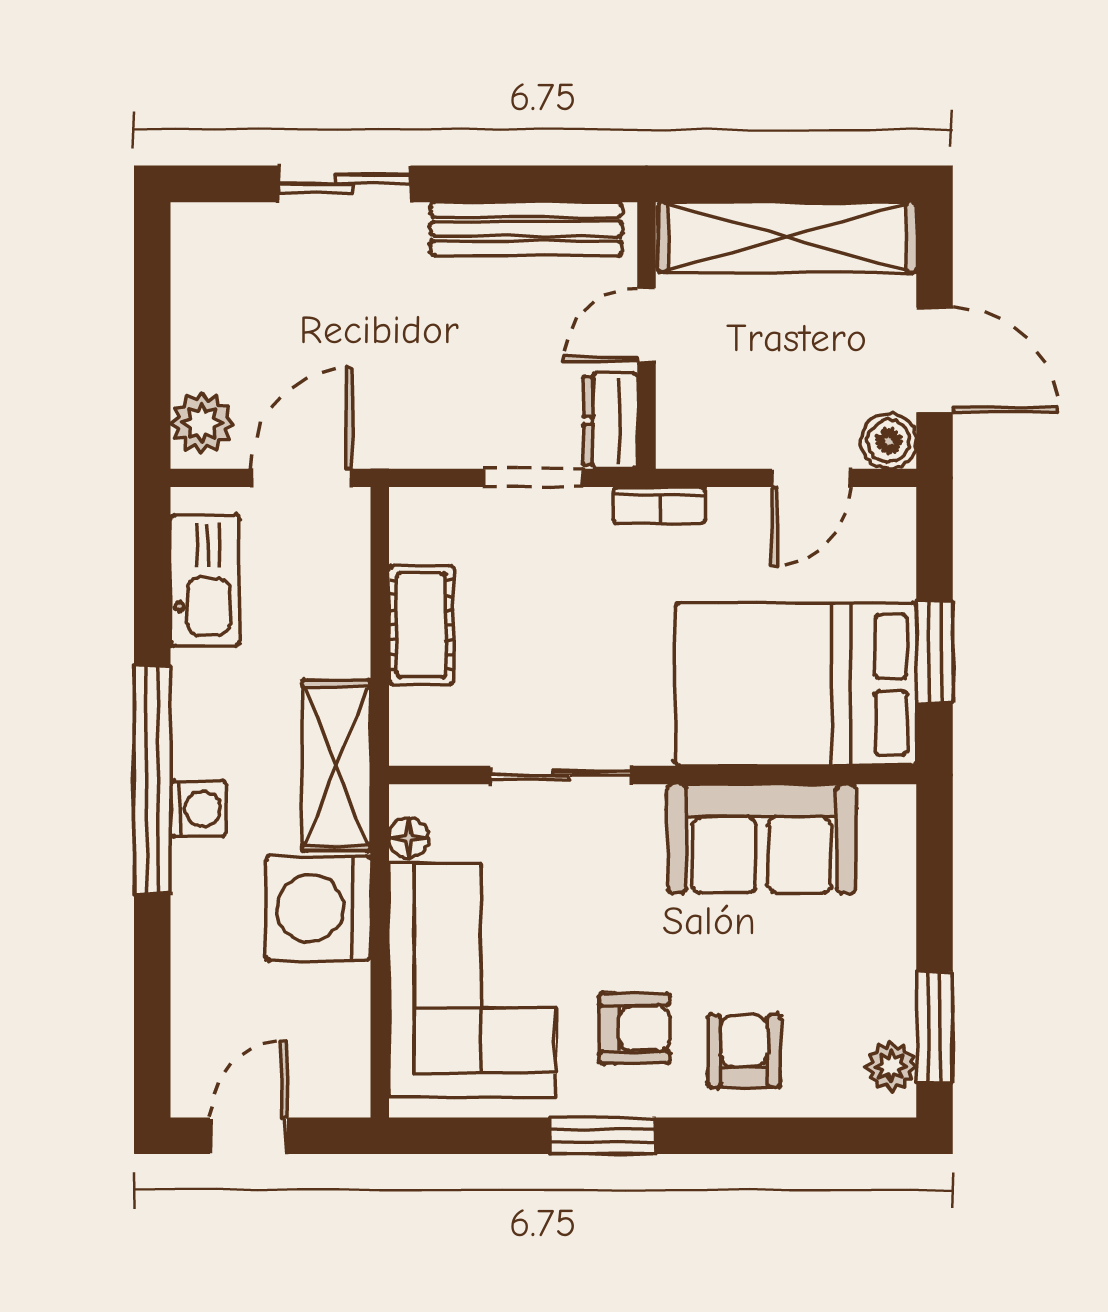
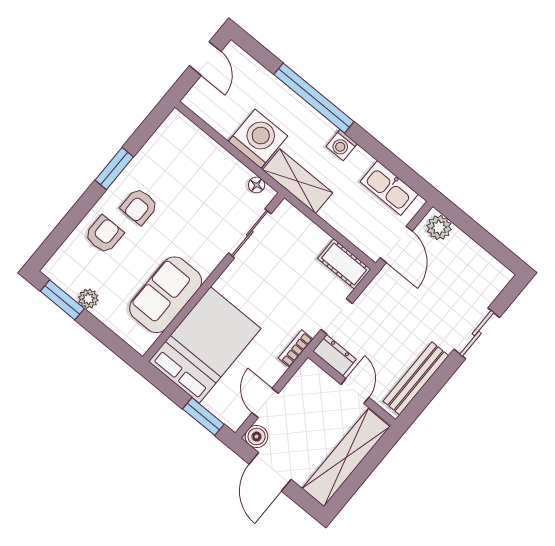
door: (934, 360) -> (270, 472), hinge flipped
cot: (421, 625) -> (344, 264), moved
window: (934, 652) -> (203, 417), moved
sliding door: (561, 775) -> (250, 233), moved
window: (152, 780) -> (314, 98), moved
washing machine: (198, 809) -> (342, 145), moved
corner sofa: (472, 980) -> (196, 168), removed
armchair: (744, 1051) -> (104, 235), turned -90
plant: (891, 1066) -> (88, 299), moved

